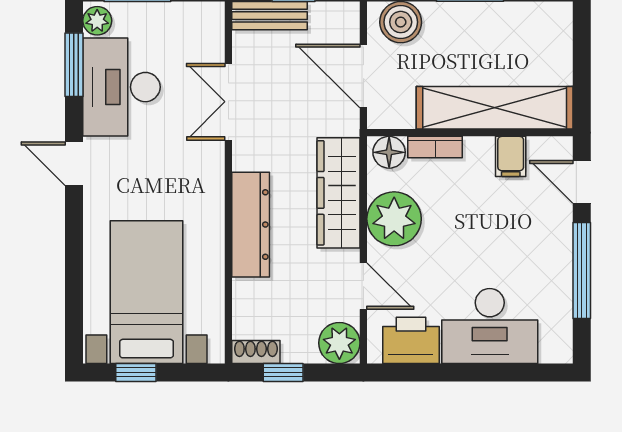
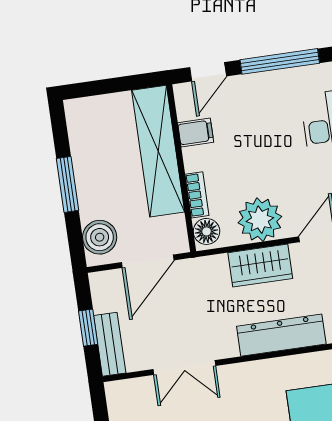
wardrobe: (339, 193) -> (260, 266), width x0.67

